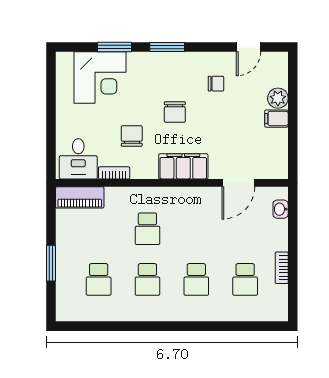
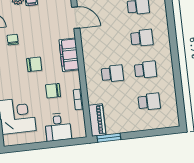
desk: (78, 159) -> (58, 127), moved, turned 90
window: (51, 263) -> (109, 138), moved

